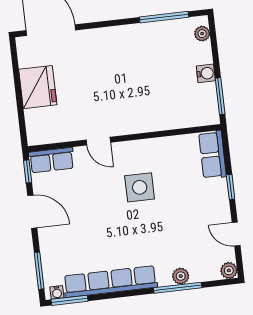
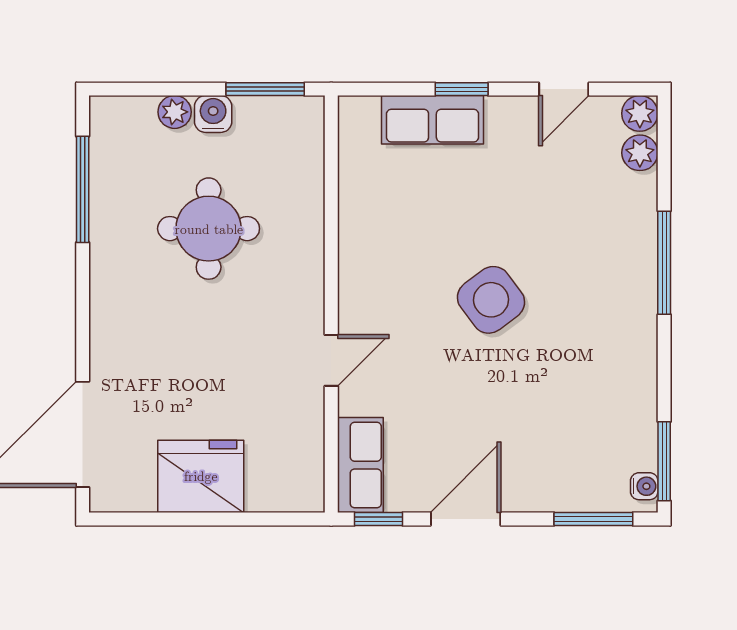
plant: (202, 34) -> (175, 112), moved
round table: (153, 77) -> (209, 229), added
row of seats: (213, 155) -> (432, 120), moved
side table: (140, 187) -> (491, 300), moved, turned -37
plant: (181, 276) -> (640, 153), moved
row of seats: (110, 282) -> (634, 369), removed
window: (178, 288) -> (664, 263), moved

